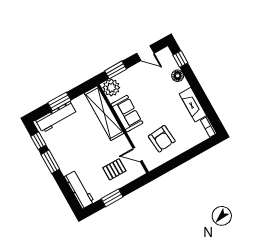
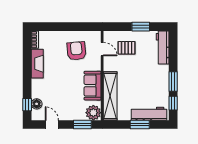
floor lamp: (178, 76) -> (37, 104), moved

